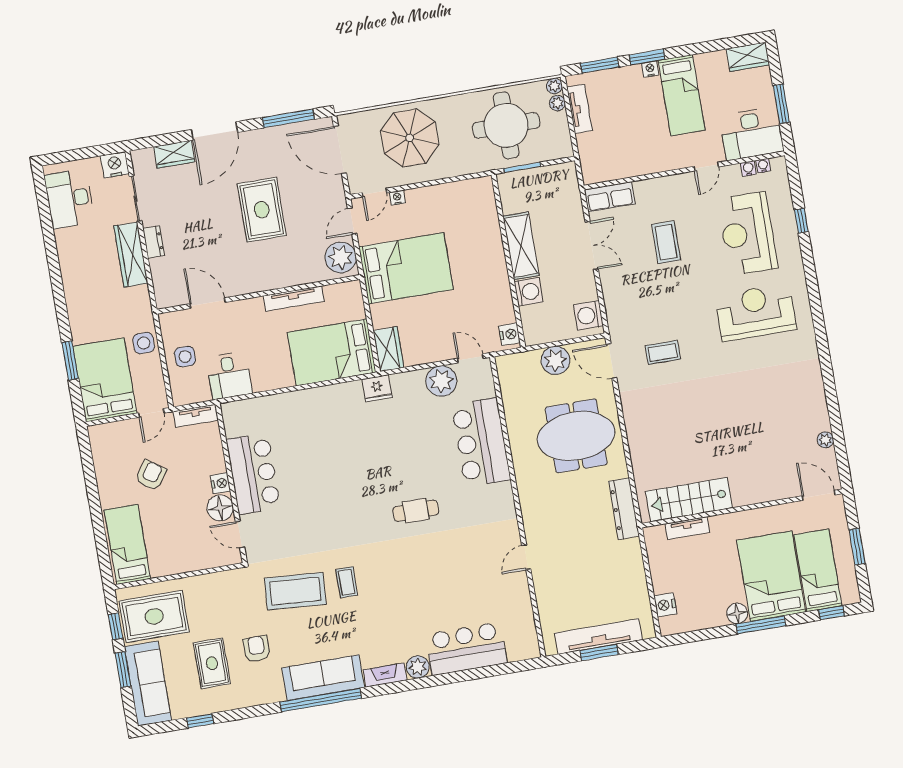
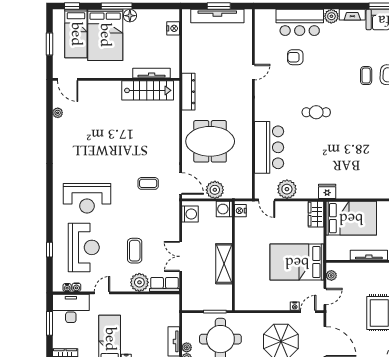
plant: (650, 193) -> (139, 282), added
plant: (341, 257) -> (331, 275), width x0.53, depth x0.53
washing machine: (528, 292) -> (224, 209), moved
tv unit: (687, 528) -> (152, 73), width x1.41
armchair: (464, 592) -> (295, 57), added

